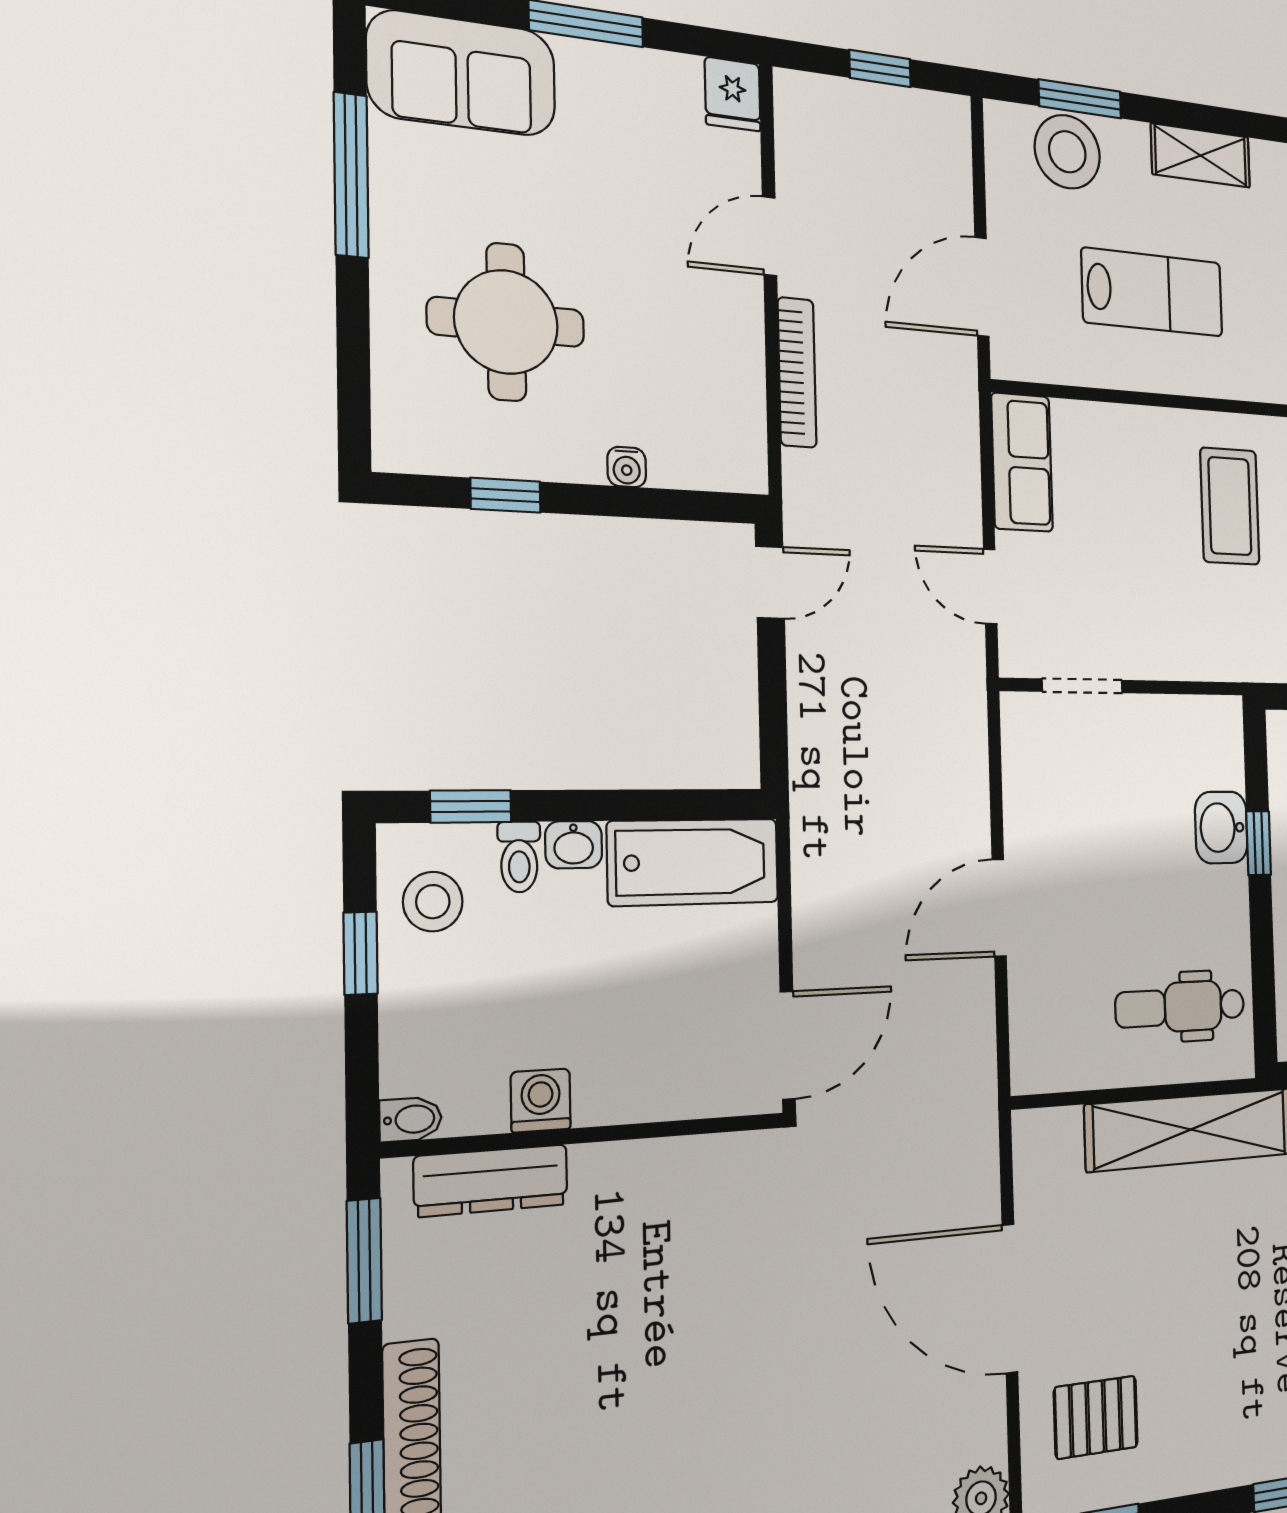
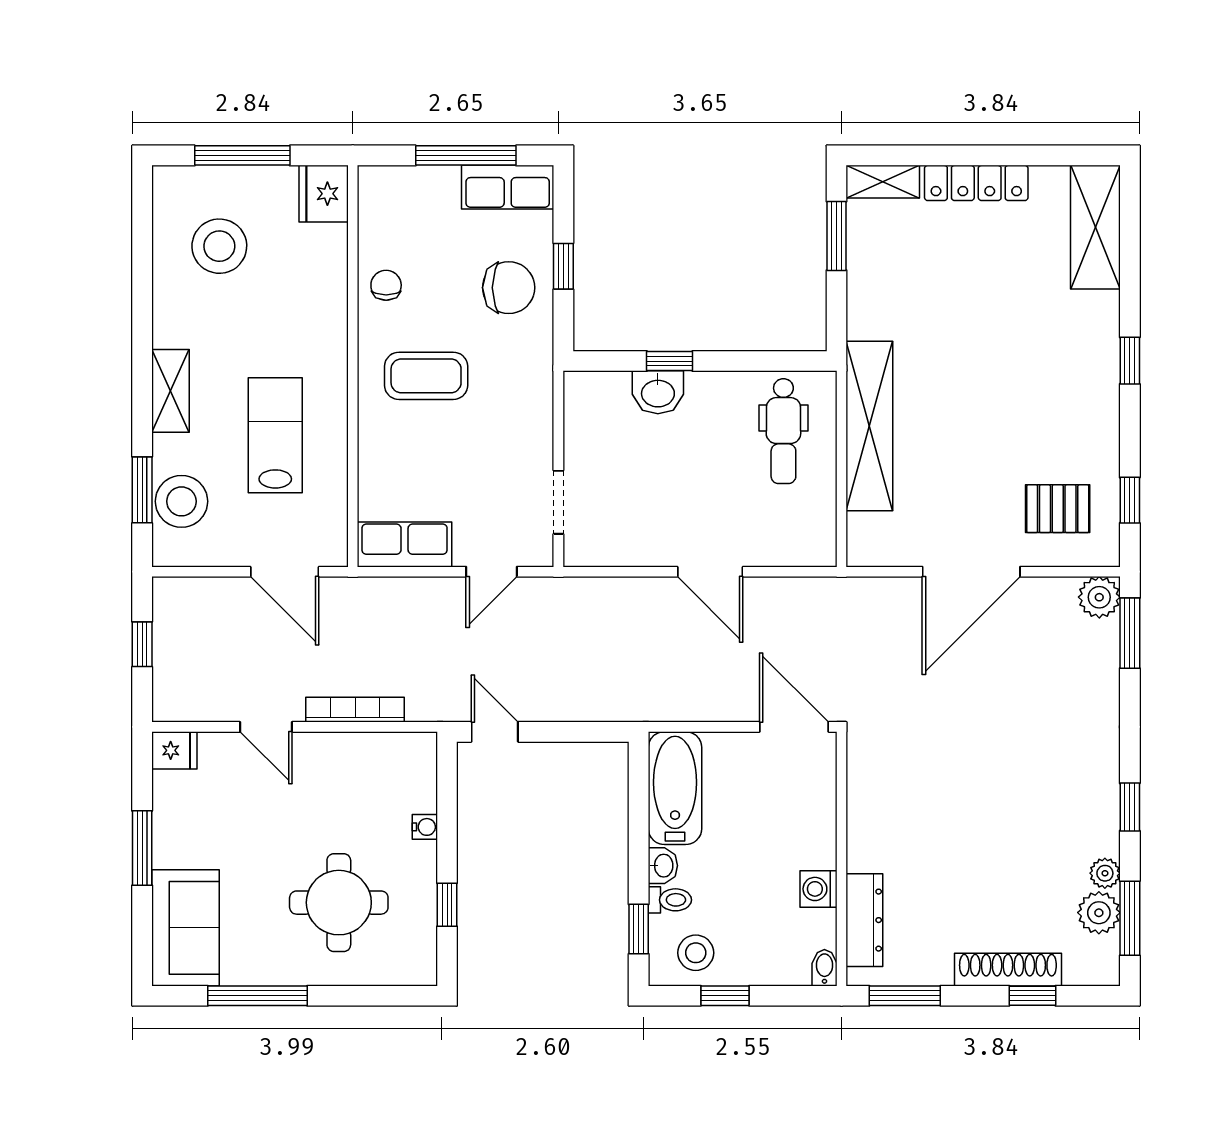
pallet: (1096, 1417) -> (1058, 509), turned 90

